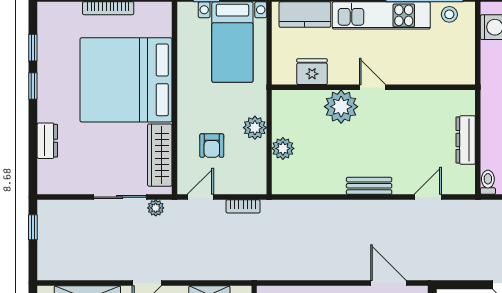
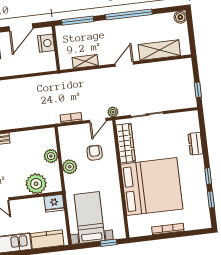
fridge: (312, 72) -> (54, 203), moved
plant: (341, 107) -> (36, 184), moved
plant: (156, 208) -> (113, 112), moved

